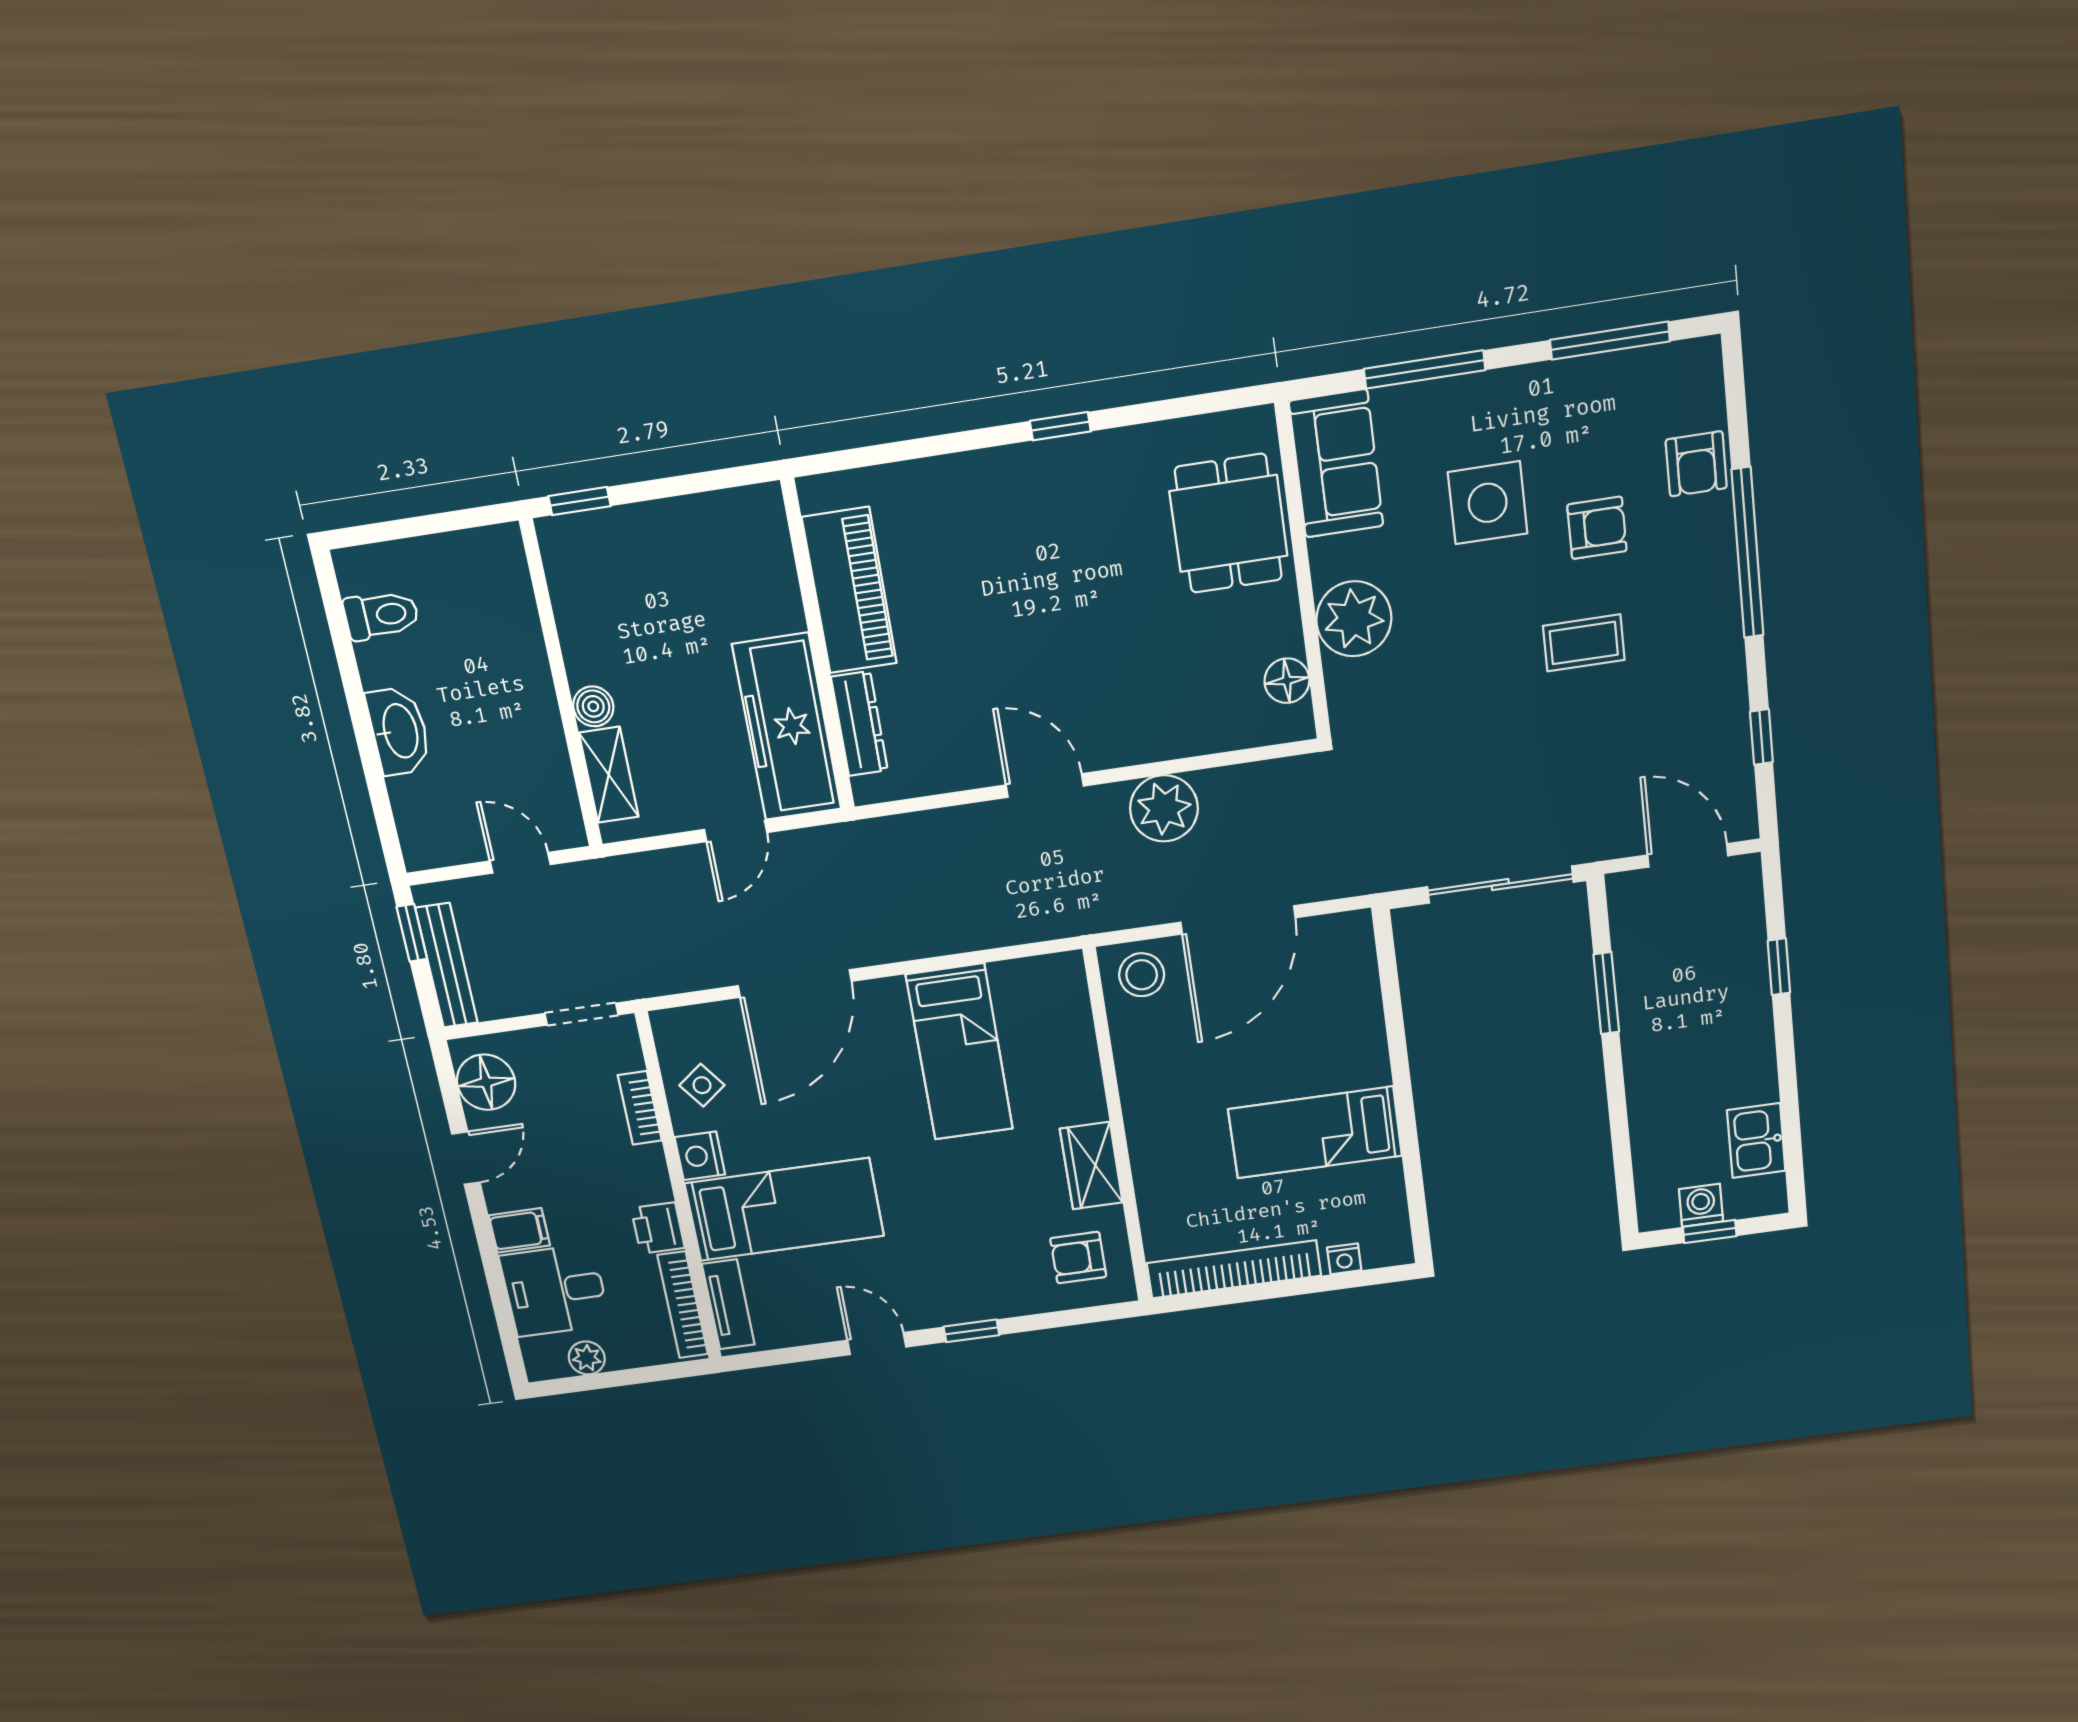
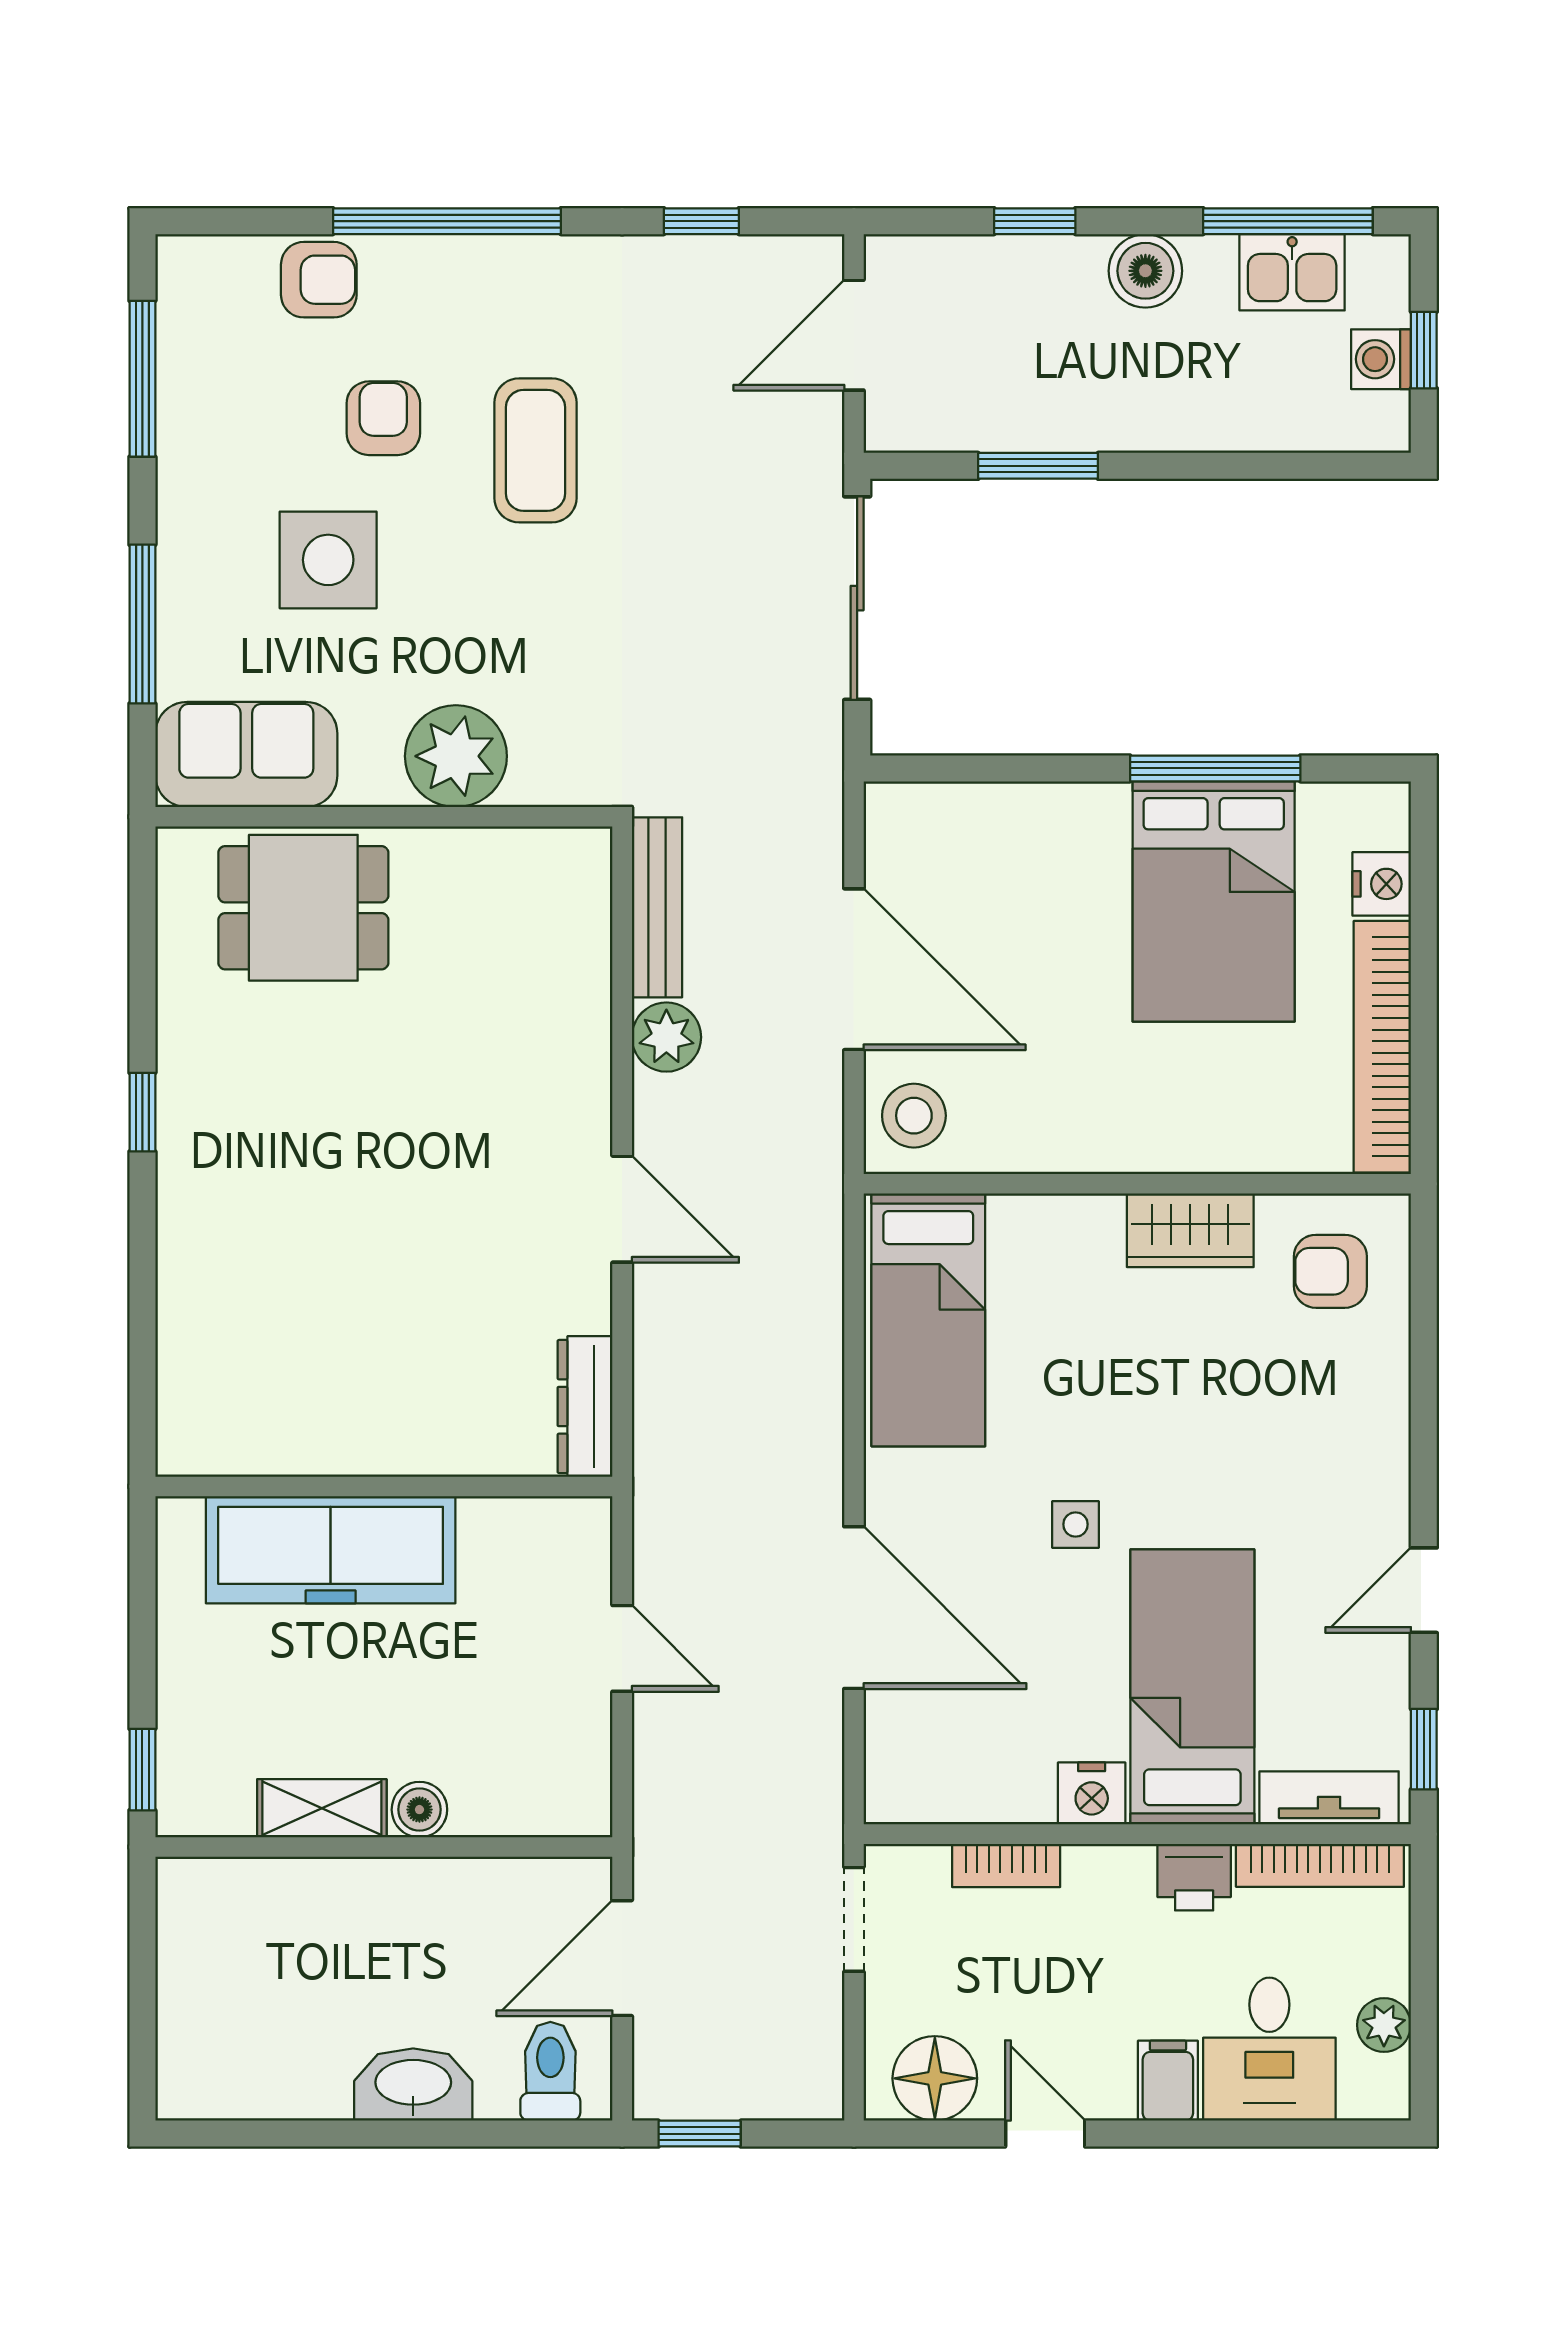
piano: (849, 591) -> (315, 1430), removed
toilet: (381, 615) -> (550, 2071), moved
coffee table: (1584, 643) -> (535, 450), width x1.36, depth x1.30
floor lamp: (1287, 681) -> (527, 857), removed
dresser: (859, 724) -> (585, 1406), moved, turned -90
freezer: (787, 727) -> (331, 1550), moved
shelving: (609, 775) -> (322, 1808), moved
door: (1045, 785) -> (622, 1209), swing flipped
plant: (1164, 808) -> (666, 1037), width x0.73, depth x0.73
door: (520, 863) -> (622, 1958), width x1.38
bench: (447, 965) -> (657, 907), moved, turned 90
boiler: (1750, 1045) -> (1145, 271), added
bed: (959, 1052) -> (928, 1320), moved, turned 90
side table: (702, 1085) -> (1076, 1524), moved, turned 37
bed: (1315, 1132) -> (1214, 901), width x1.50
window: (1792, 1133) -> (1288, 221), added
window: (1409, 1138) -> (1215, 768), added
armchair: (1078, 1258) -> (1330, 1271), turned 90
nightstand: (1344, 1259) -> (1382, 884), width x1.39, depth x1.35
window: (971, 1331) -> (1424, 1749), moved

